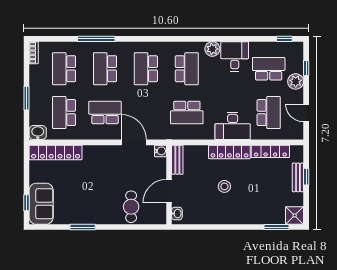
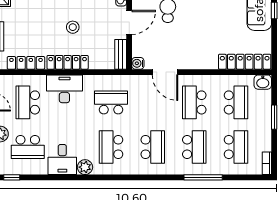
school desk: (105, 113) -> (194, 102), turned 90

